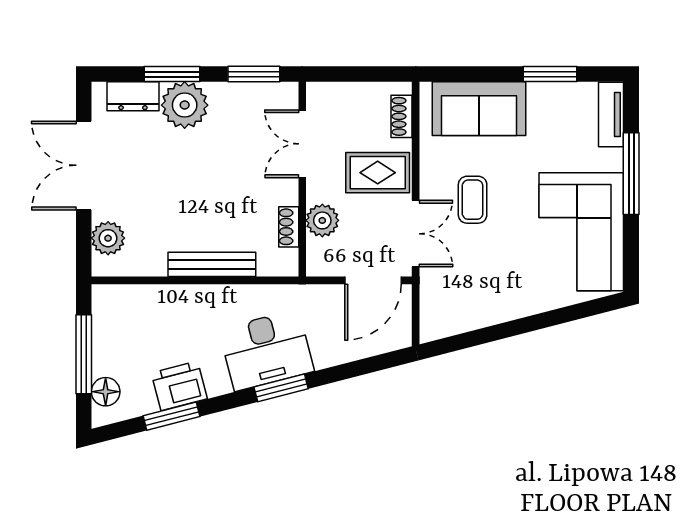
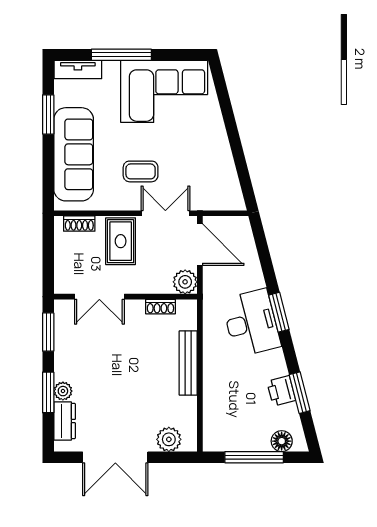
plant: (185, 105) -> (63, 391), width x0.53, depth x0.53
sofa: (479, 109) -> (74, 154), width x1.36
plant: (322, 220) -> (185, 282), moved
printer: (179, 386) -> (281, 391), width x0.73, depth x0.81

